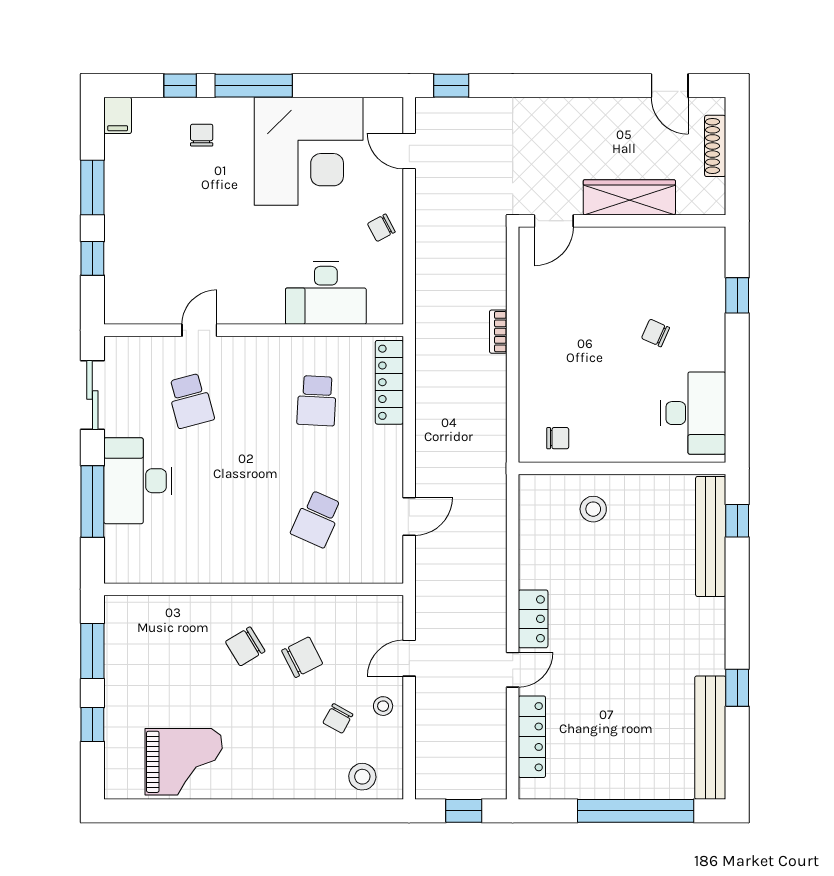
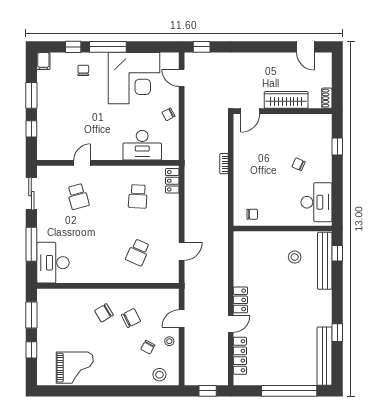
shoe rack: (715, 146) -> (327, 98), moved, width x0.70
locker: (389, 382) -> (172, 181), width x0.66
desk: (138, 481) -> (53, 263), moved
stool: (593, 509) -> (295, 257), moved

